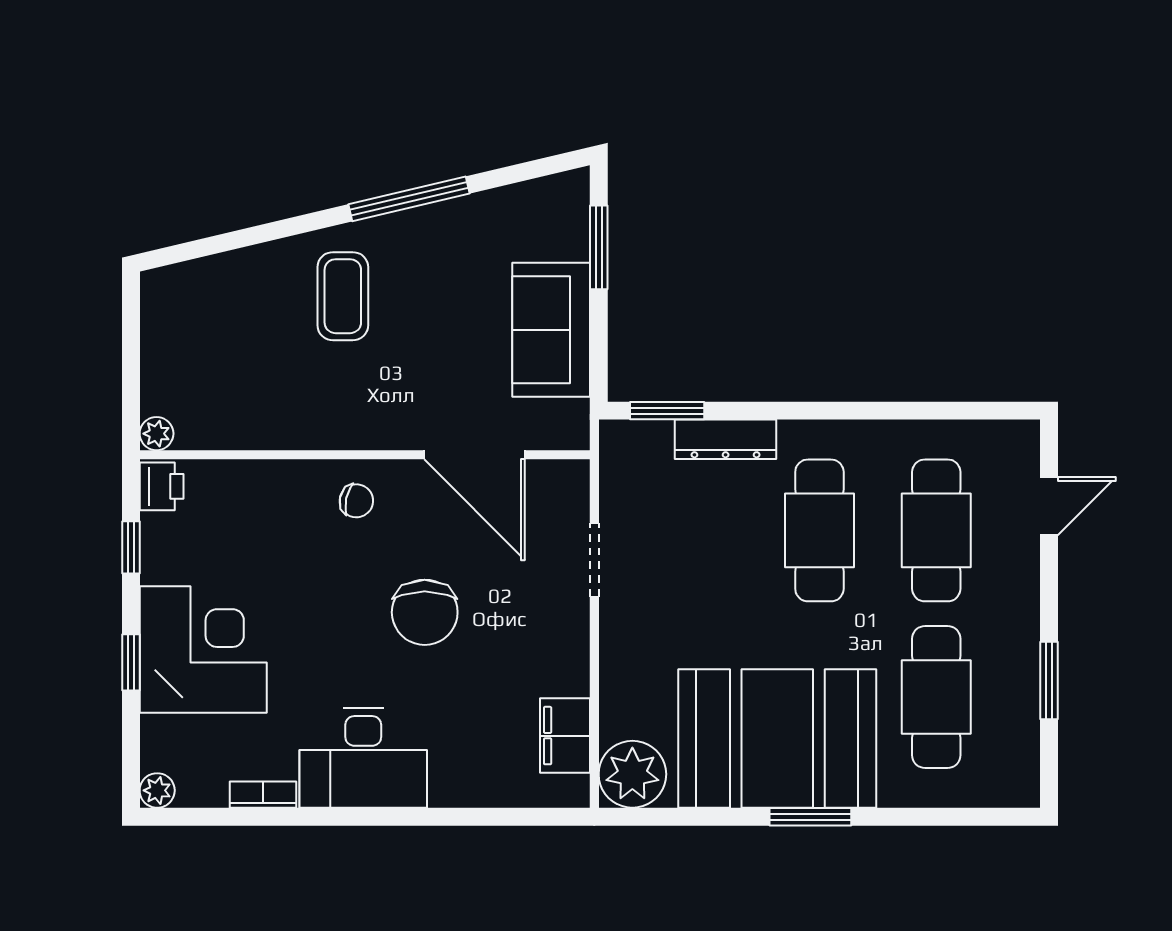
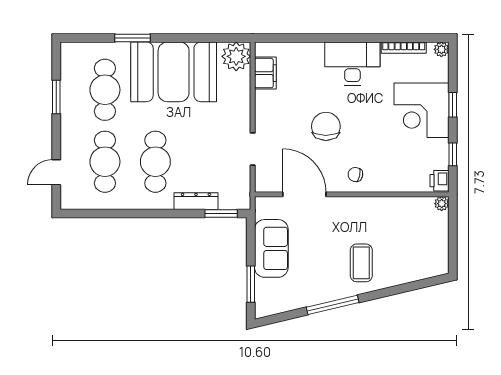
bookcase: (263, 795) -> (404, 48), width x1.56
window: (810, 817) -> (132, 38), moved

